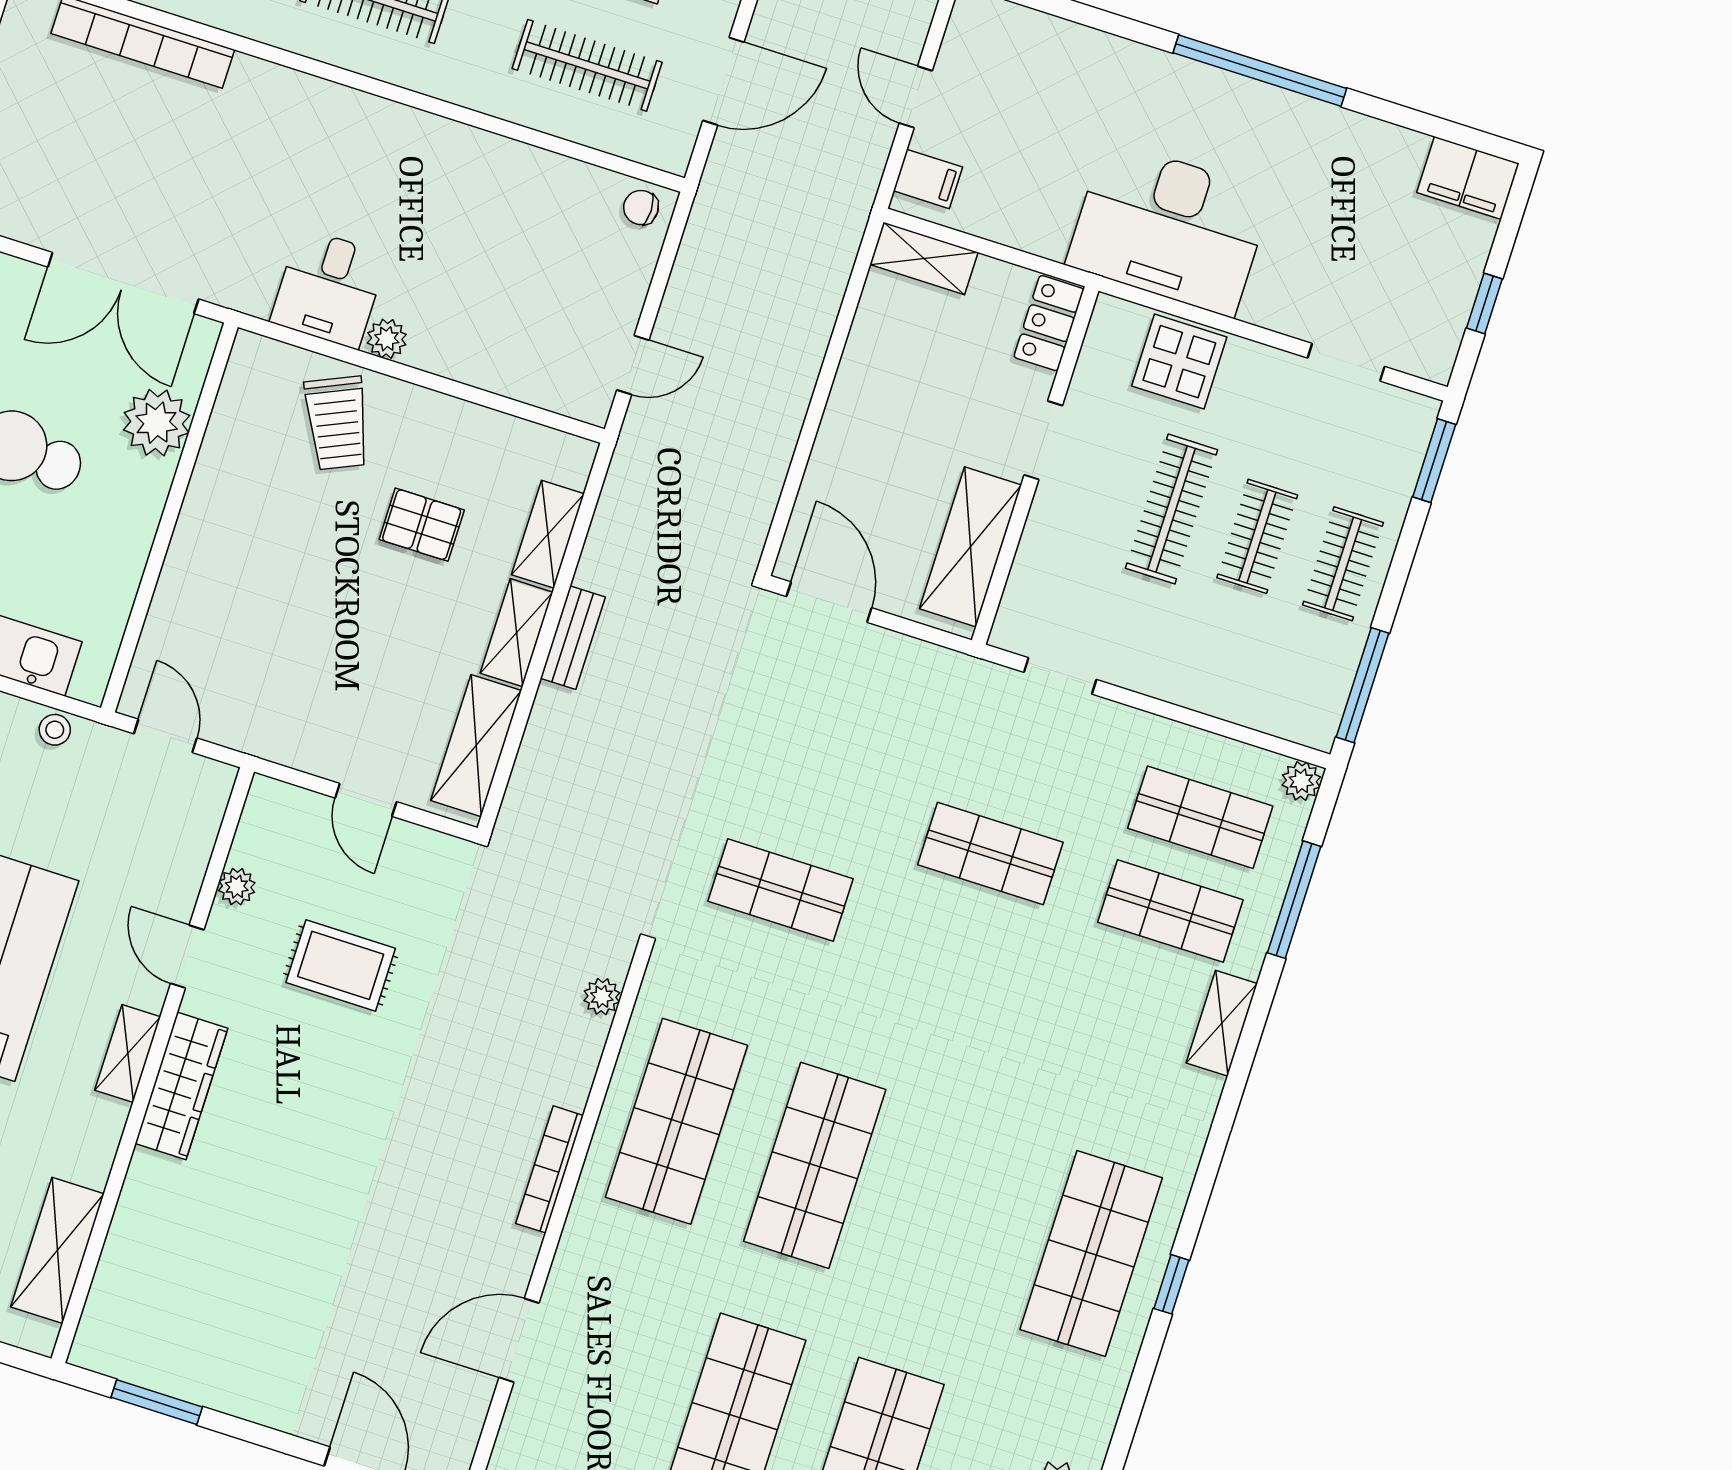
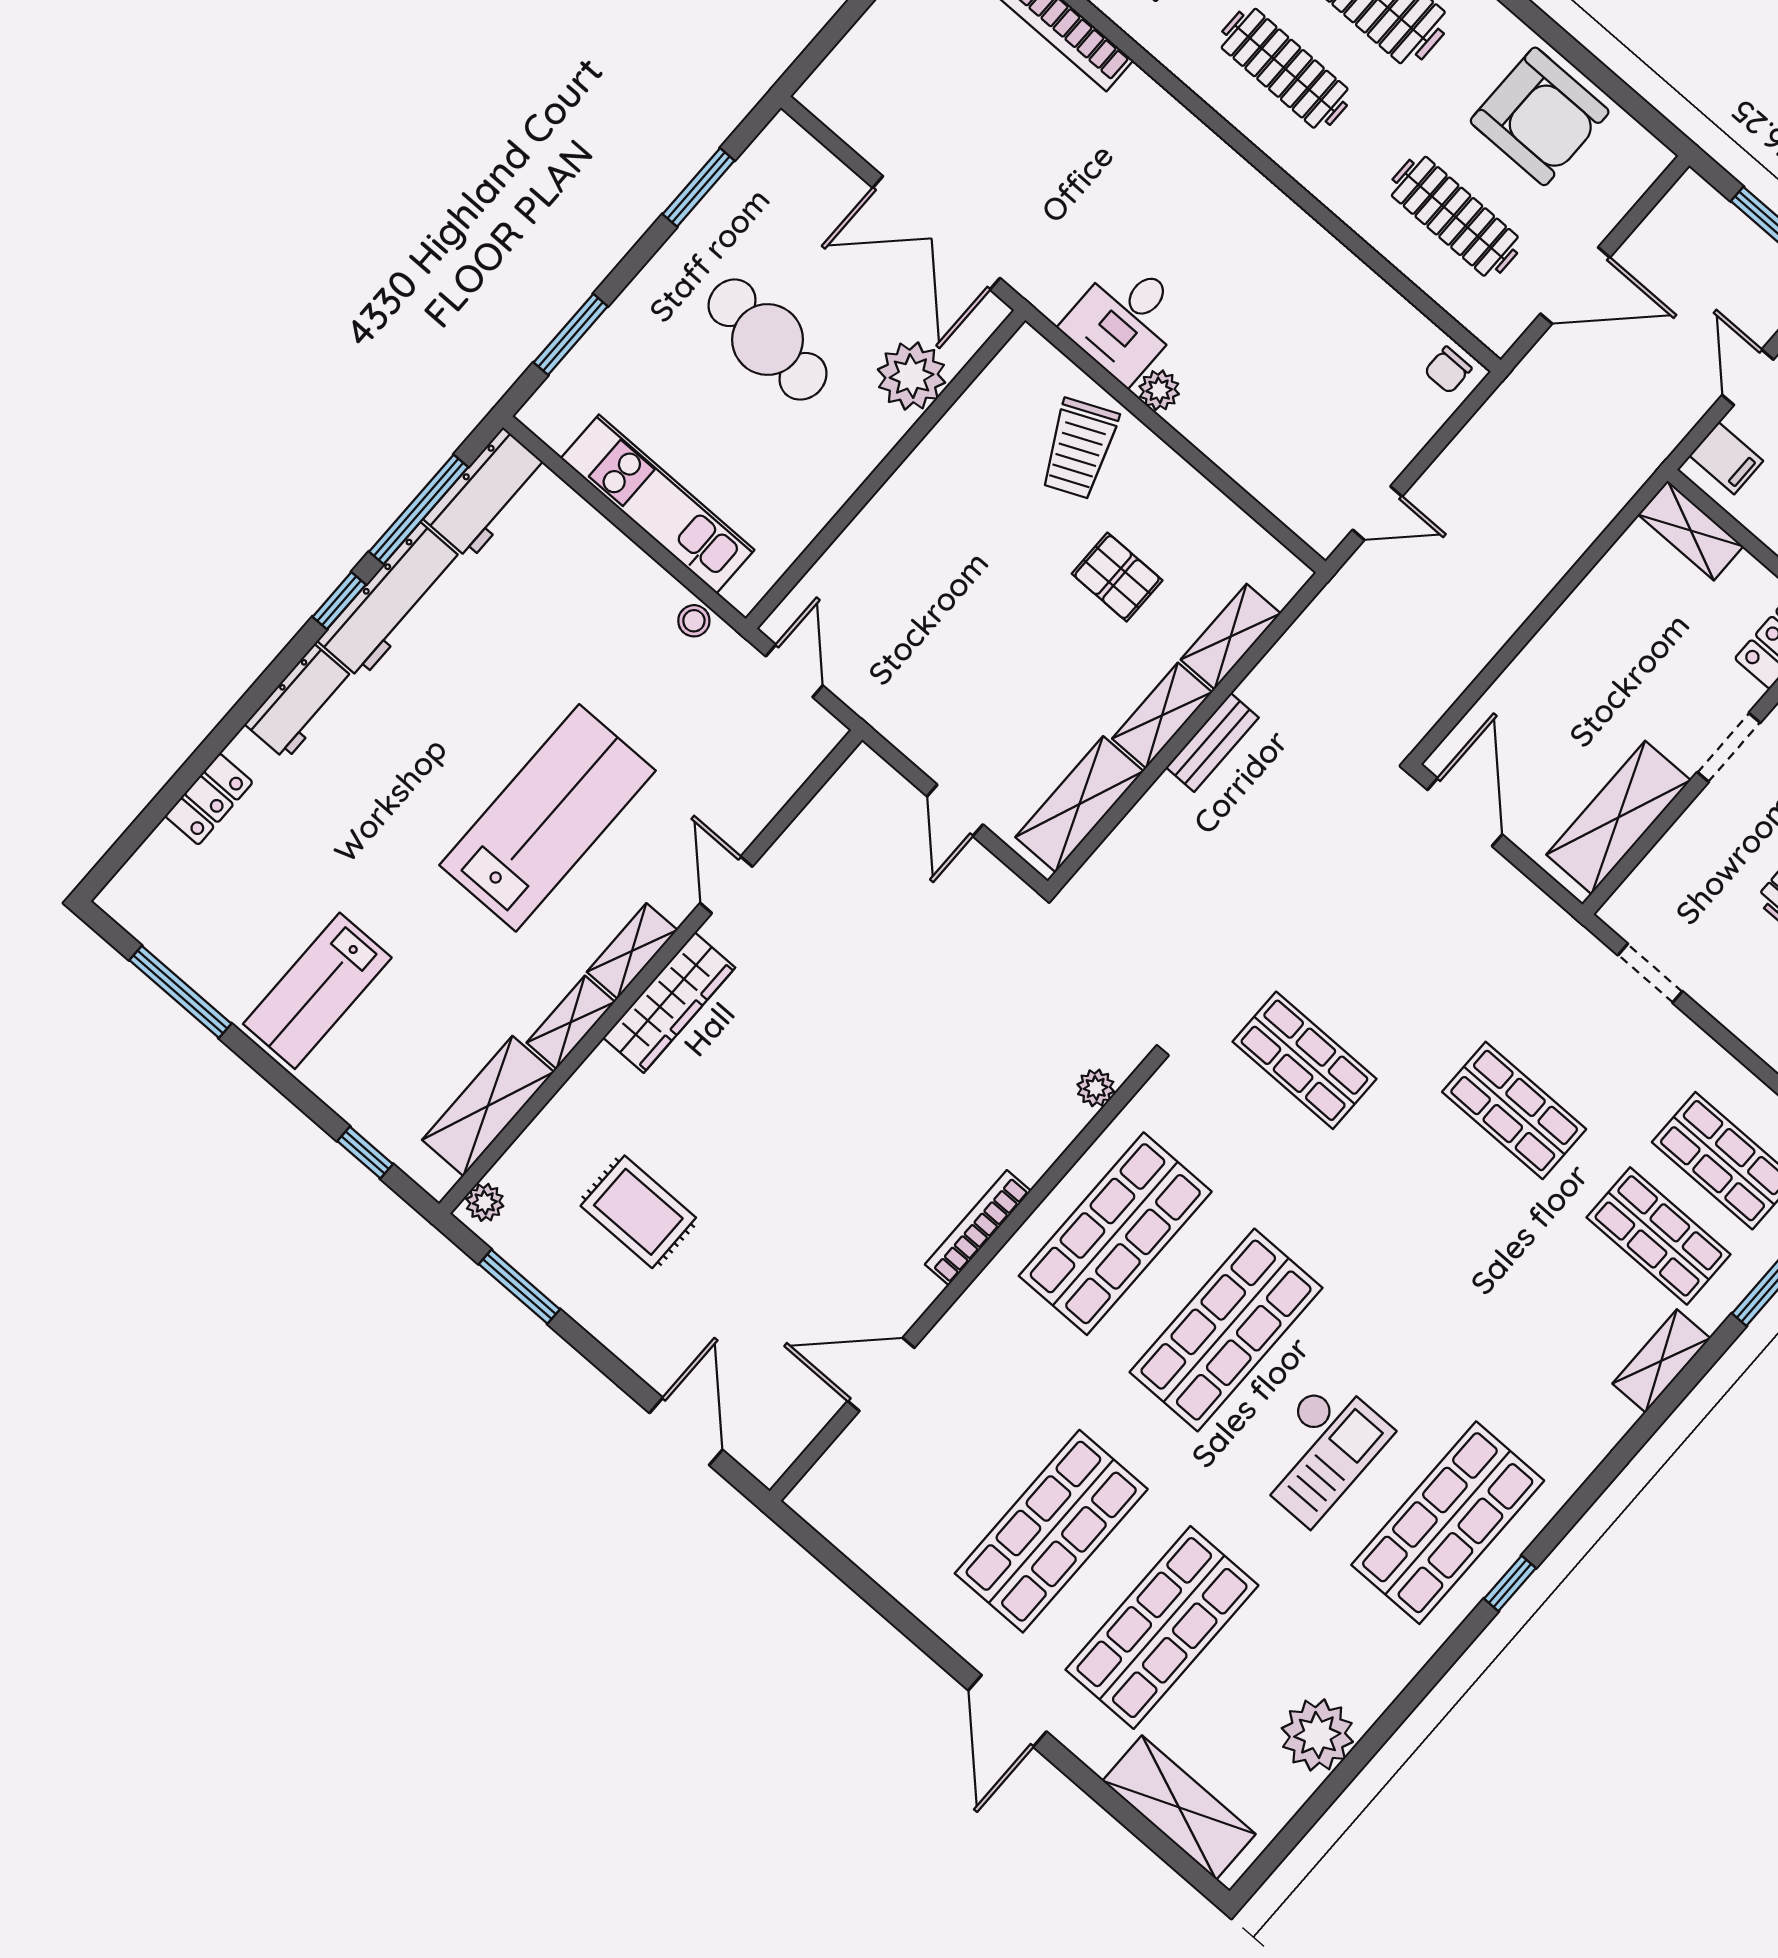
chair: (641, 208) -> (1448, 370), turned -90
plant: (237, 887) -> (485, 1202), moved
rug: (341, 965) -> (638, 1212), moved
shelving: (100, 1142) -> (571, 1022), added
checkout: (946, 1238) -> (1319, 1451), added

